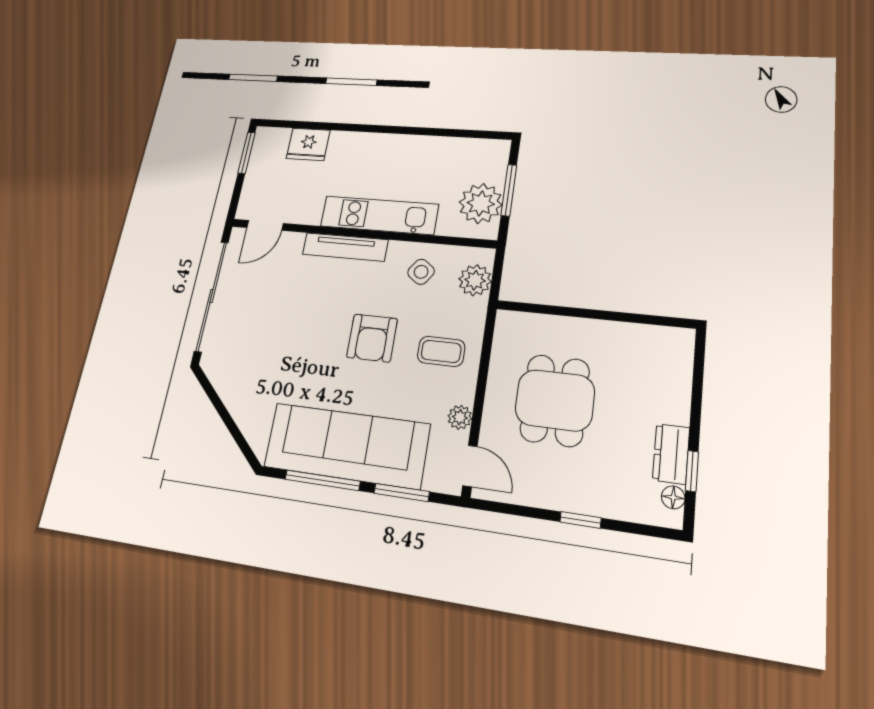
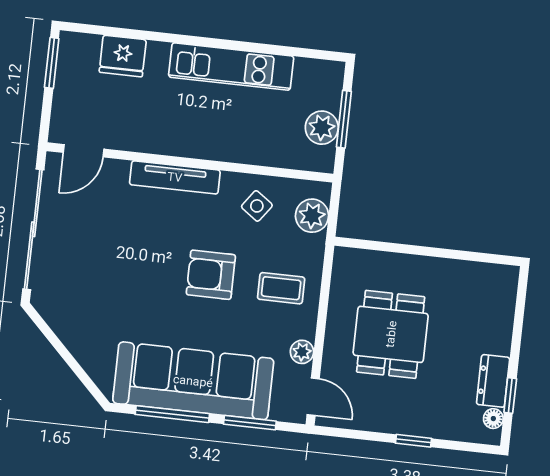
plant: (481, 203) -> (322, 128), width x0.73, depth x0.73
kitchen unit: (379, 215) -> (231, 67), moved, turned 180
armchair: (372, 338) -> (211, 275), turned 90

